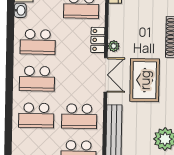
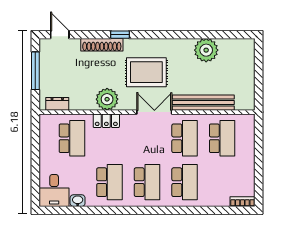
plant: (114, 46) -> (107, 99), width x1.88, depth x1.88
double door: (106, 75) -> (154, 112), moved

